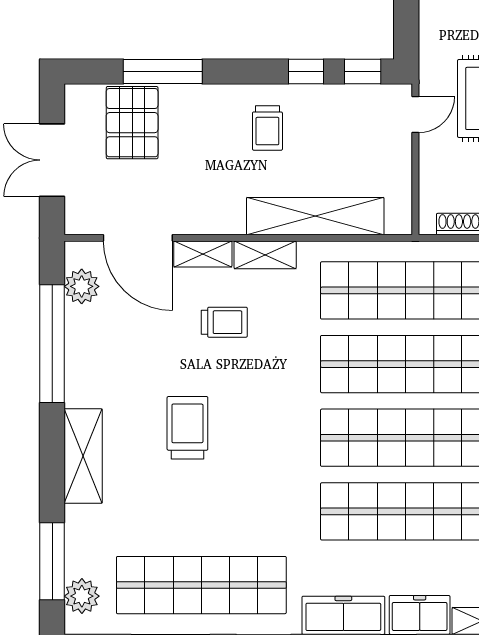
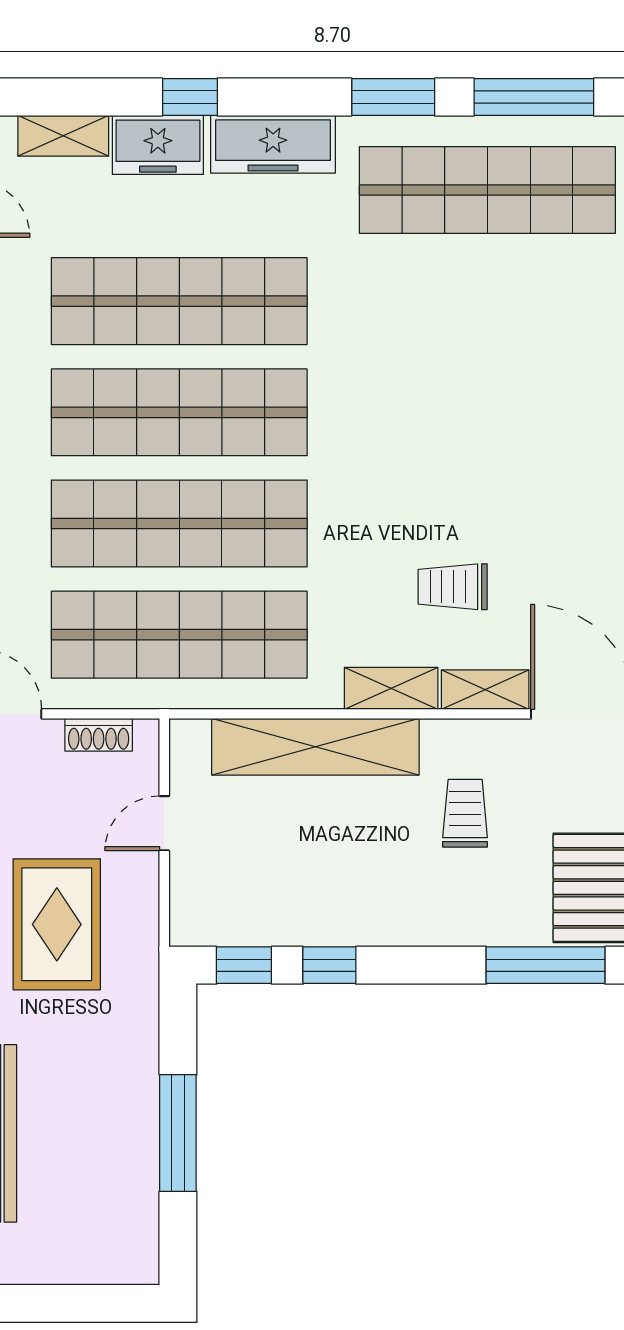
door: (415, 114) -> (164, 823), moved
trolley: (267, 128) -> (465, 813), moved
trolley: (187, 428) -> (508, 427), removed

